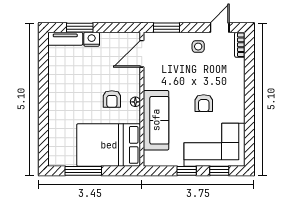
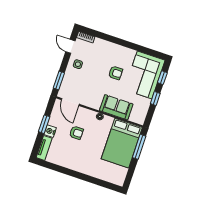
window: (80, 28) -> (44, 124), moved
armchair: (112, 99) -> (76, 133), moved
sofa: (156, 120) -> (116, 107), width x0.73
window: (83, 171) -> (139, 147), moved

